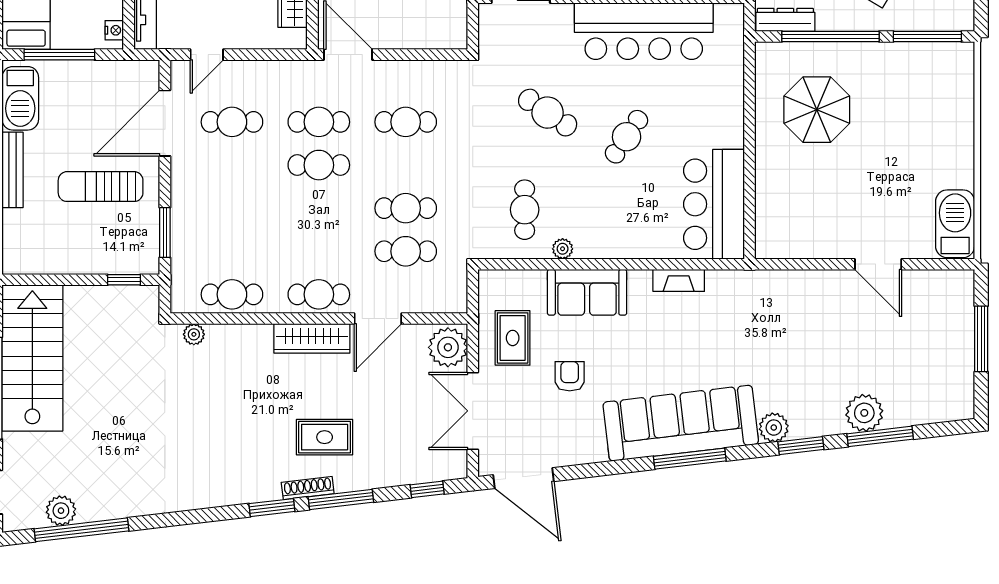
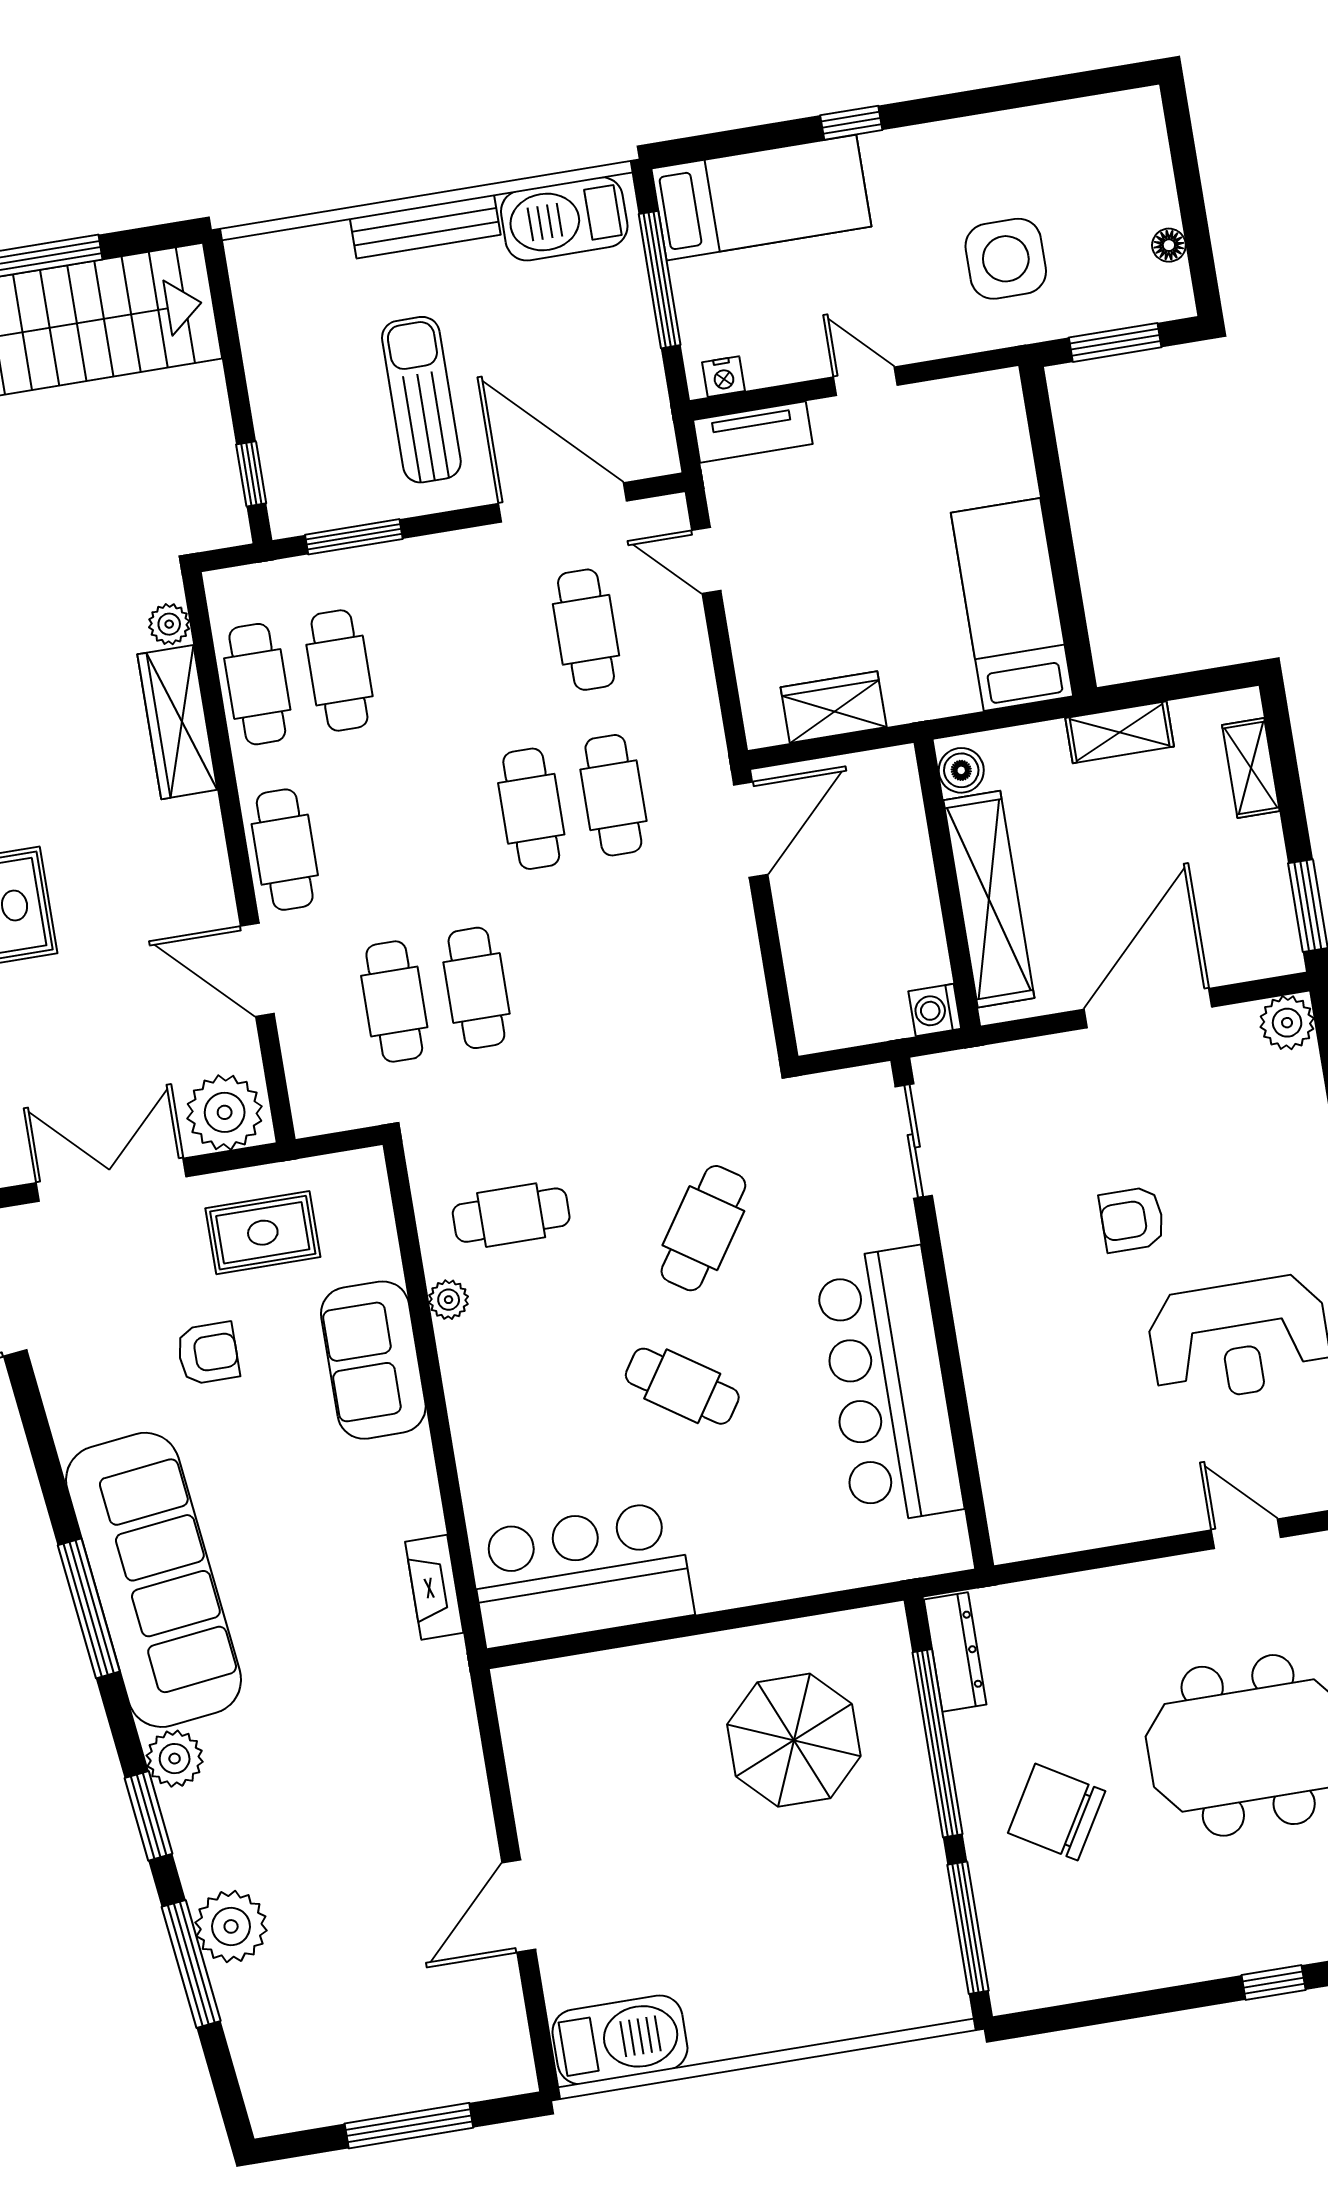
cafe table: (406, 122) -> (339, 670), moved
fireplace: (679, 280) -> (434, 1587), moved
wardrobe: (312, 338) -> (177, 722), moved

